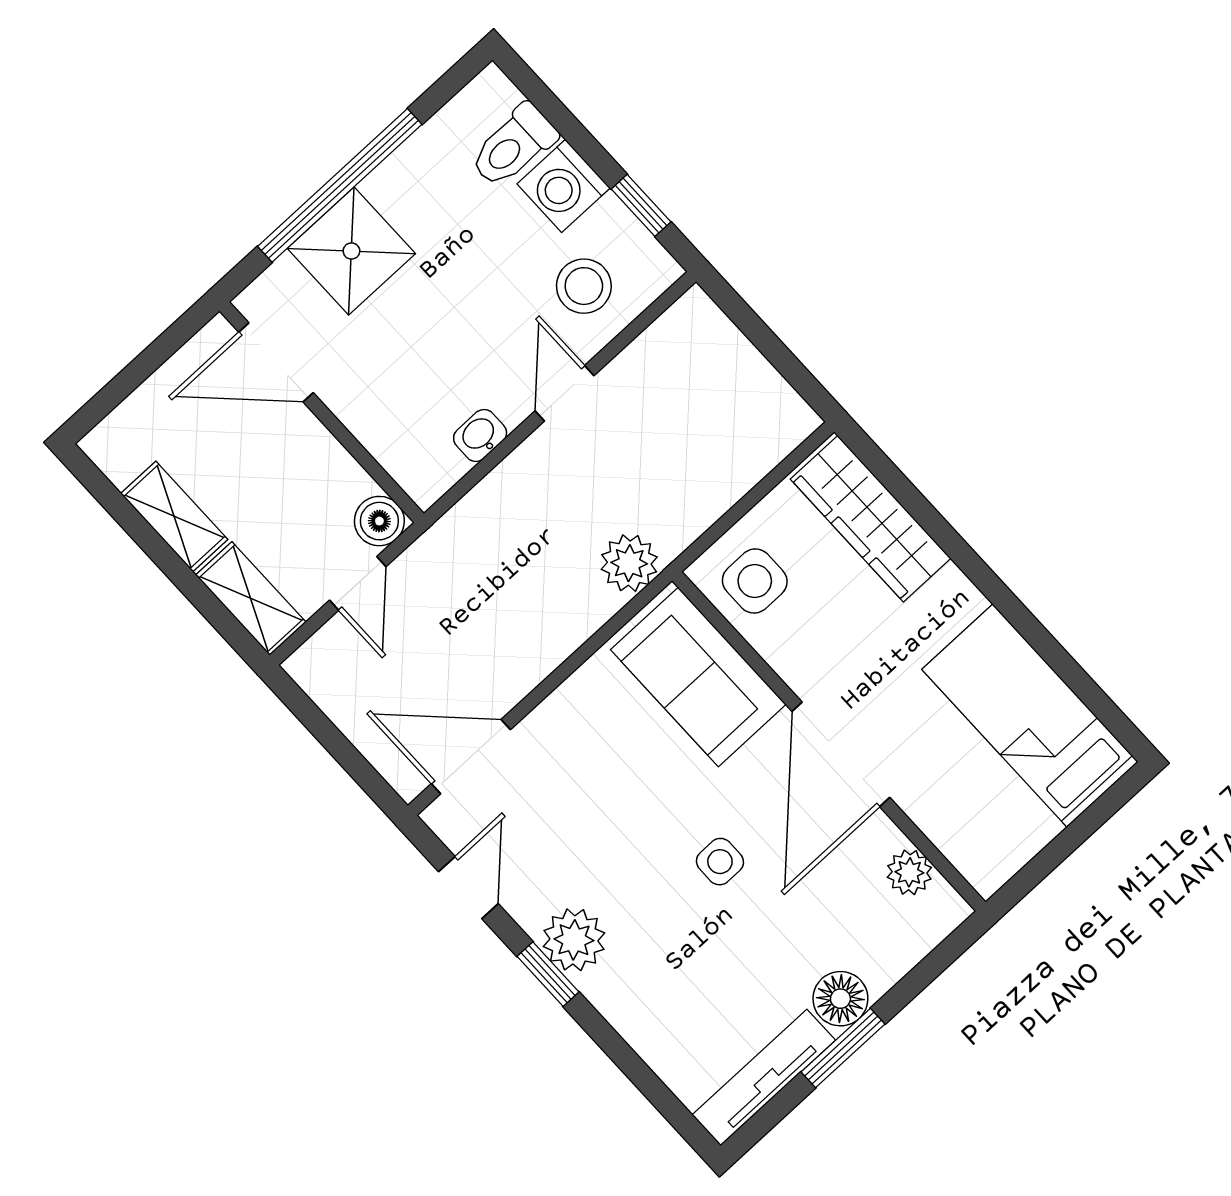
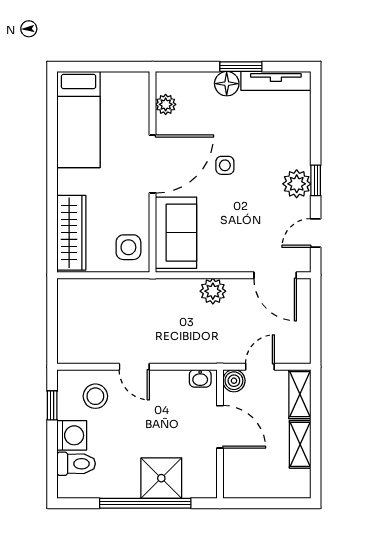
door: (276, 362) -> (220, 427), moved
door: (564, 393) -> (134, 367), hinge flipped
washbasin: (480, 436) -> (200, 378), moved
plant: (629, 563) -> (213, 291), moved

